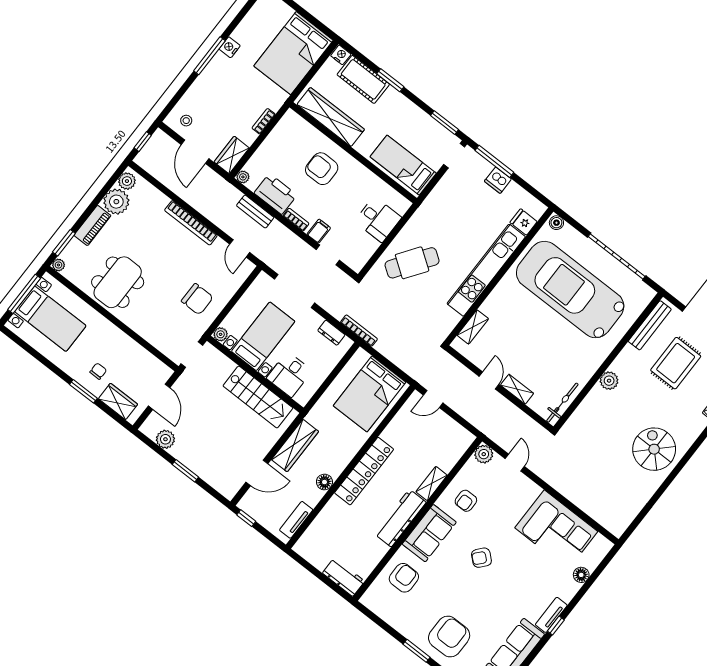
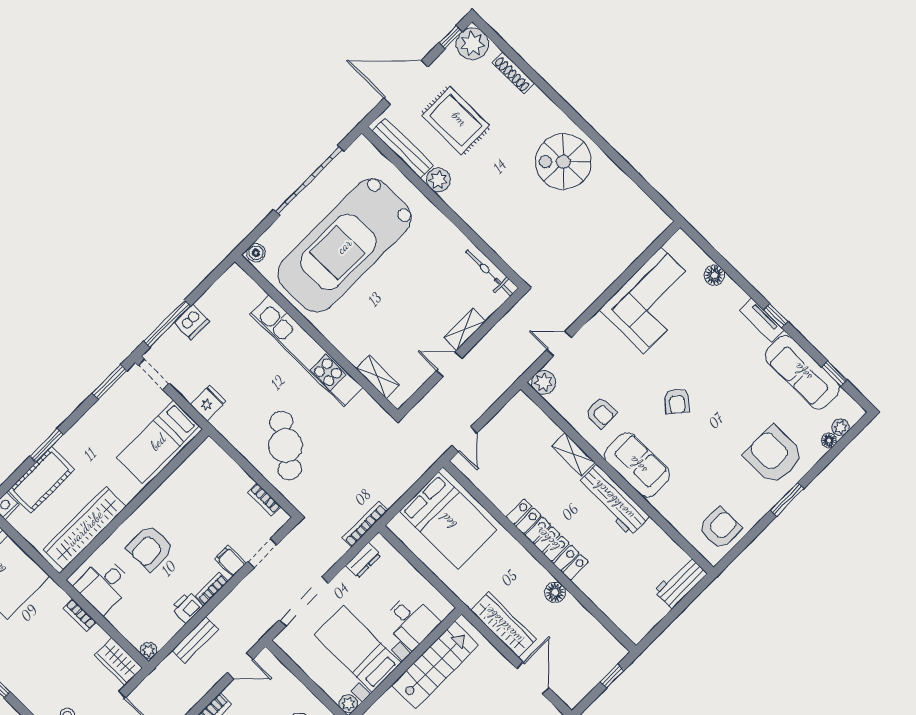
printer: (276, 194) -> (187, 607), width x0.53, depth x0.68
desk: (378, 219) -> (104, 585), moved, turned 180
fridge: (524, 222) -> (208, 403), moved, turned 180
bookcase: (369, 251) -> (264, 499), added
plant: (609, 381) -> (438, 180), moved
window: (246, 518) -> (612, 676), moved
tv unit: (296, 520) -> (600, 635), removed
armchair: (404, 578) -> (720, 528), moved, turned 90

